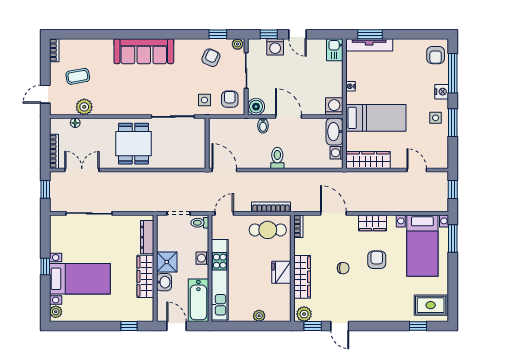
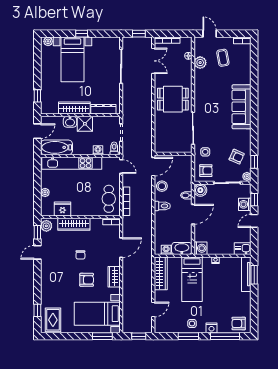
stool: (251, 158) -> (162, 186), added
washing machine: (202, 258) -> (98, 150), moved
fridge: (281, 272) -> (63, 209), moved

